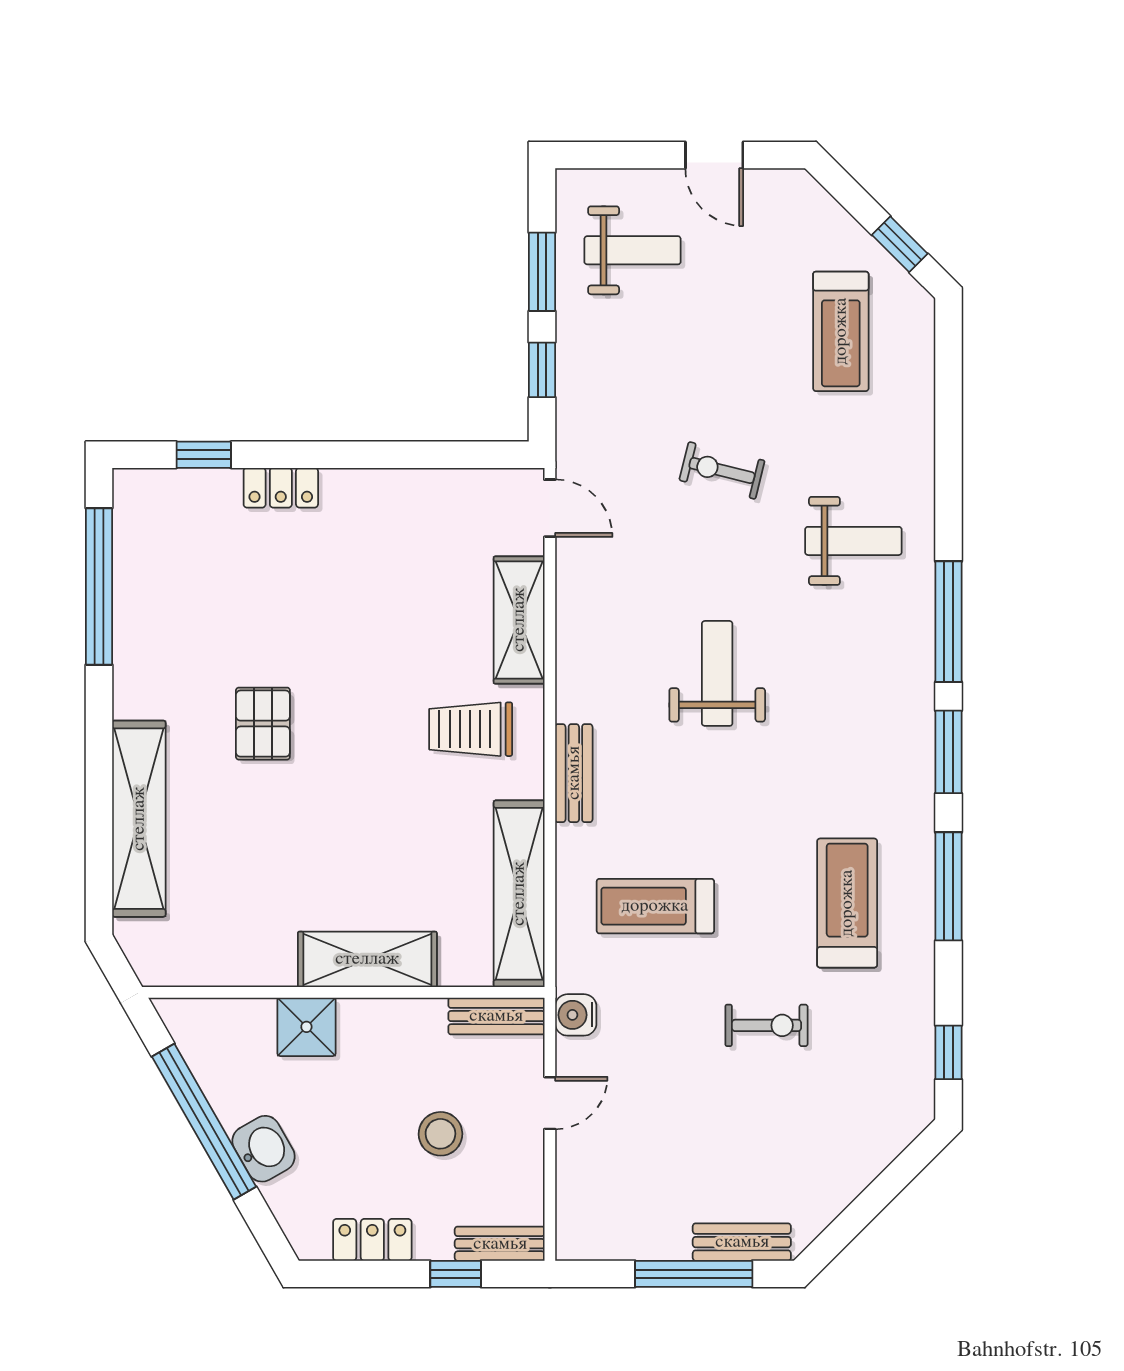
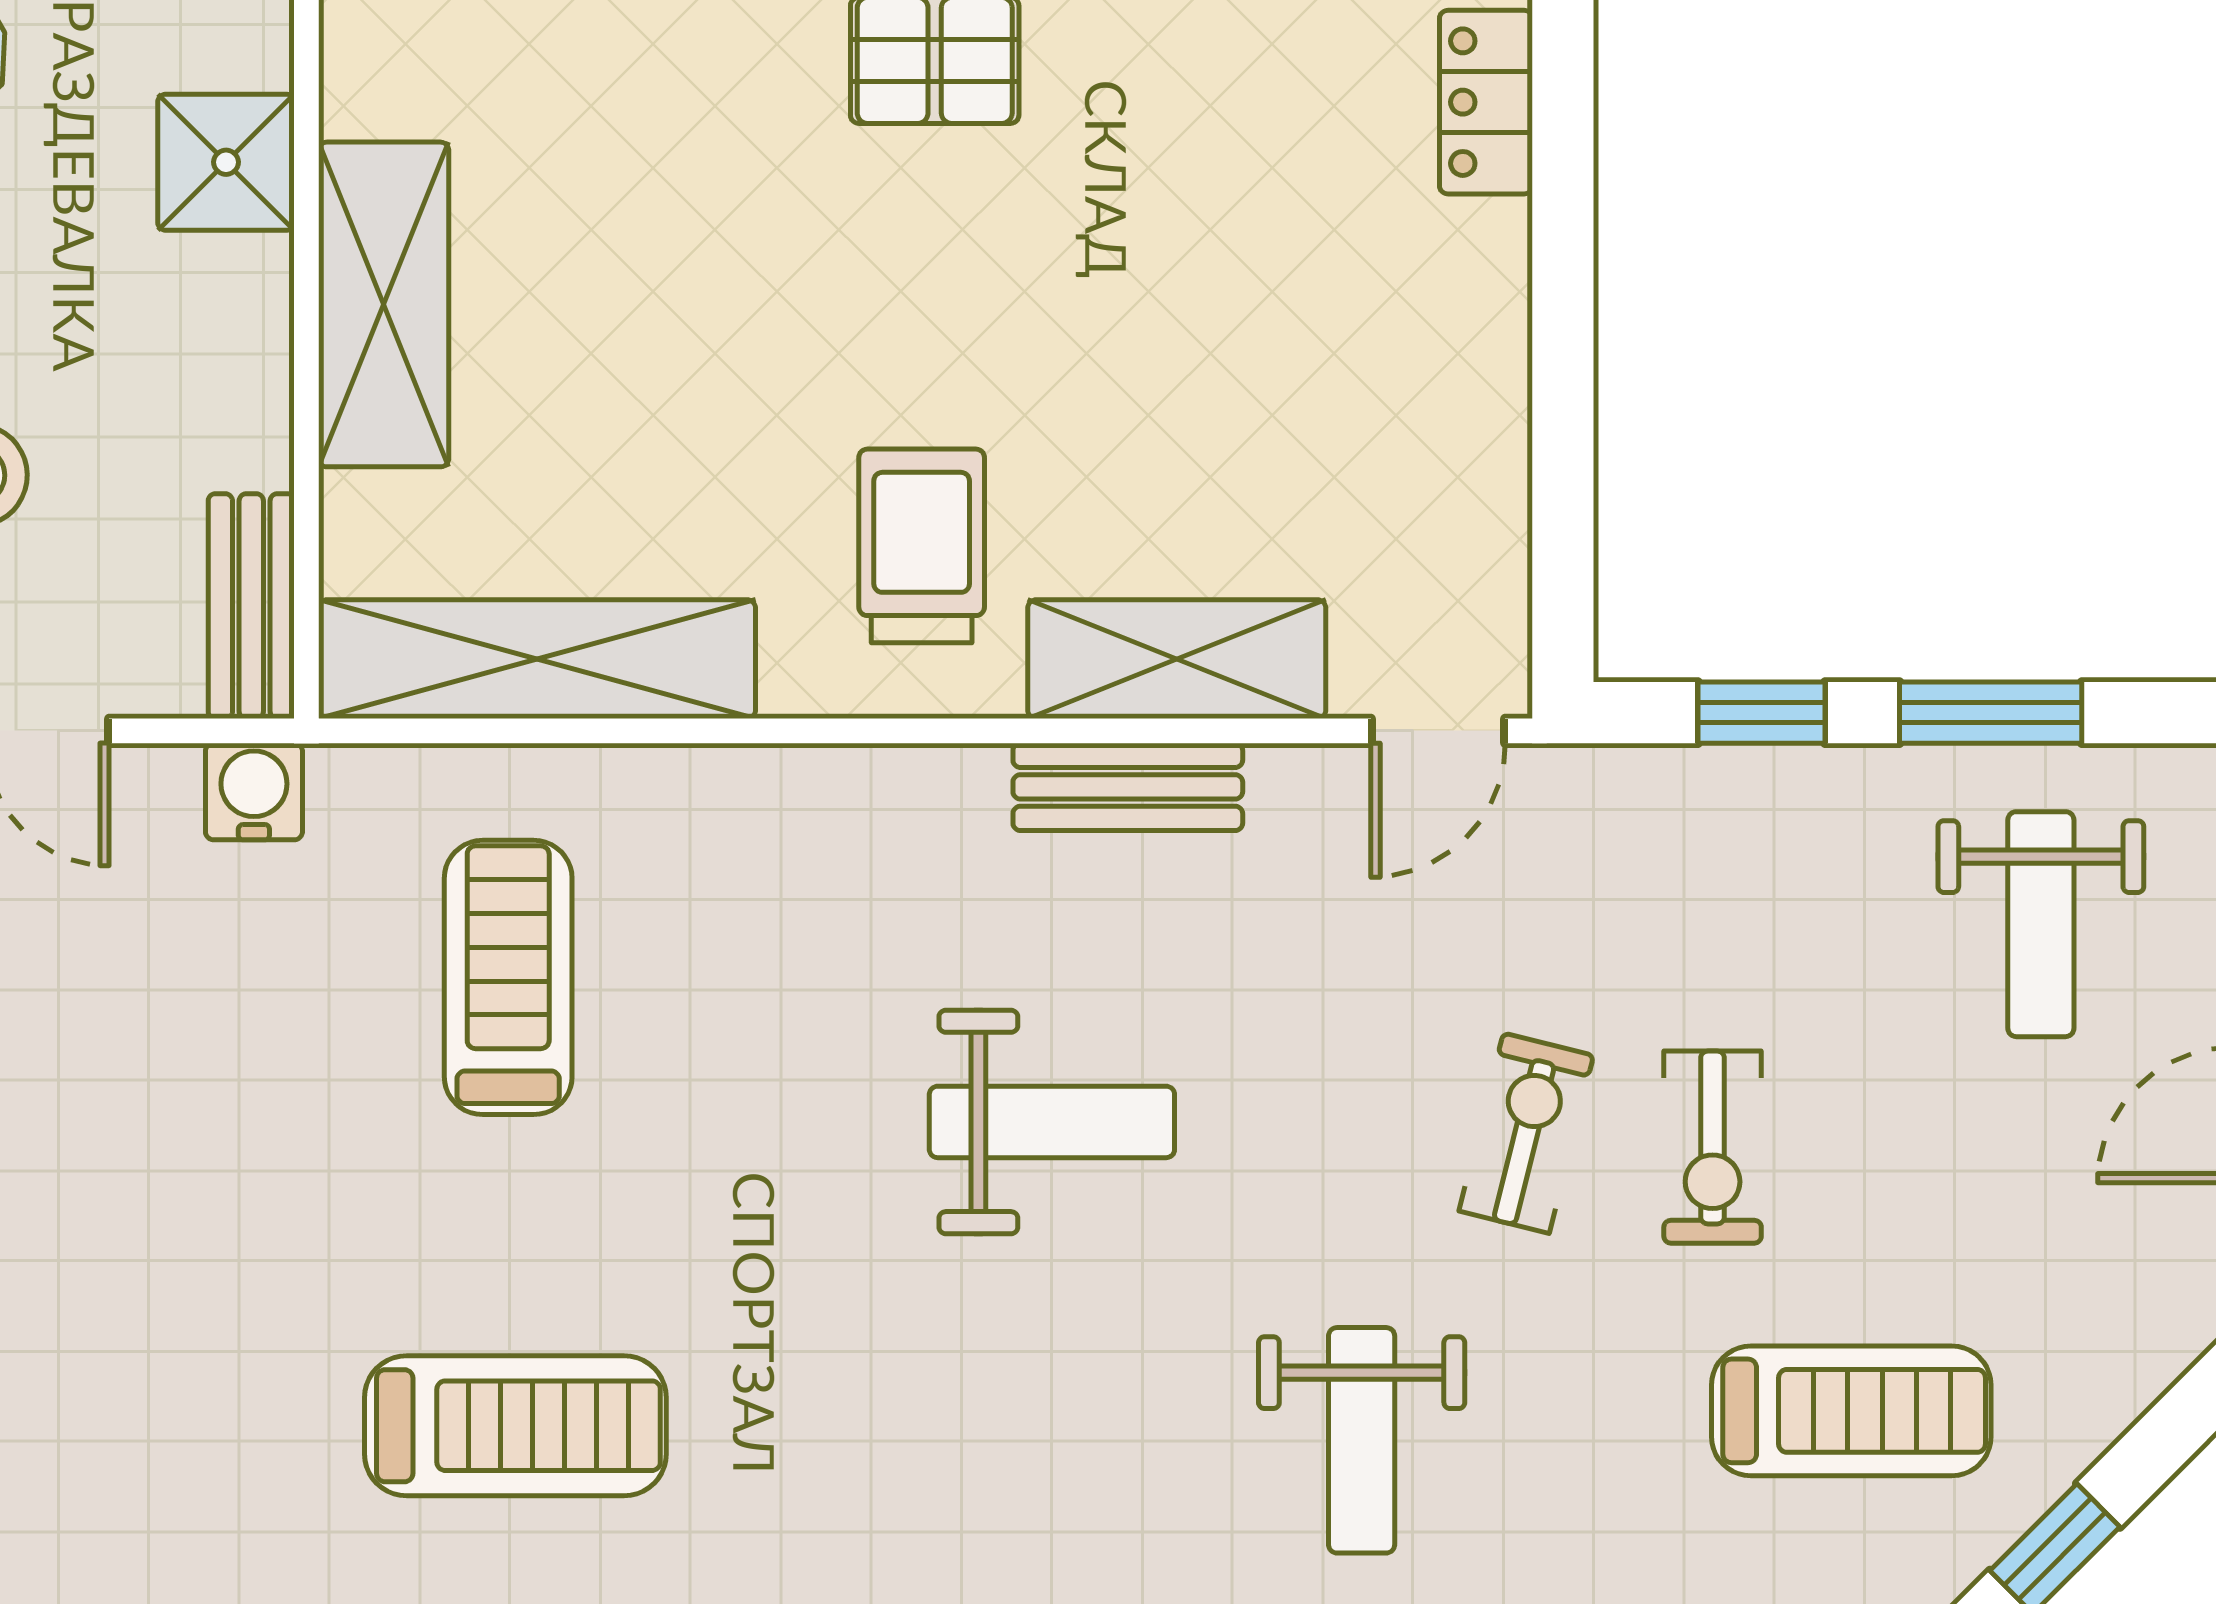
treadmill: (841, 331) -> (1851, 1411), turned 180
bench: (574, 773) -> (1128, 787), moved
exercise bike: (766, 1025) -> (1713, 1147), moved

